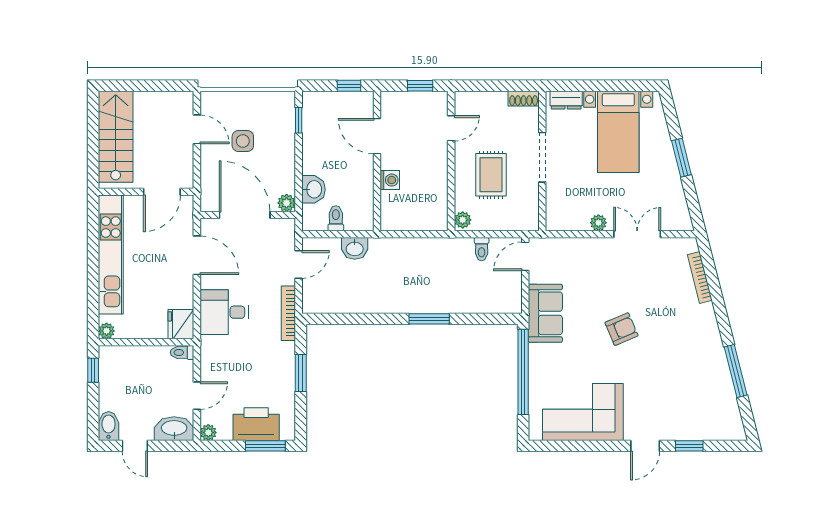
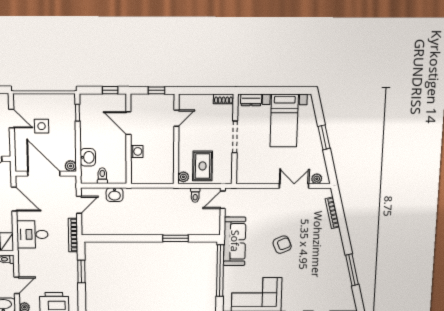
rug: (491, 175) -> (203, 166), moved
plant: (598, 223) -> (317, 179), moved
sofa: (545, 313) -> (235, 241), width x1.36
window: (429, 319) -> (175, 238), moved

